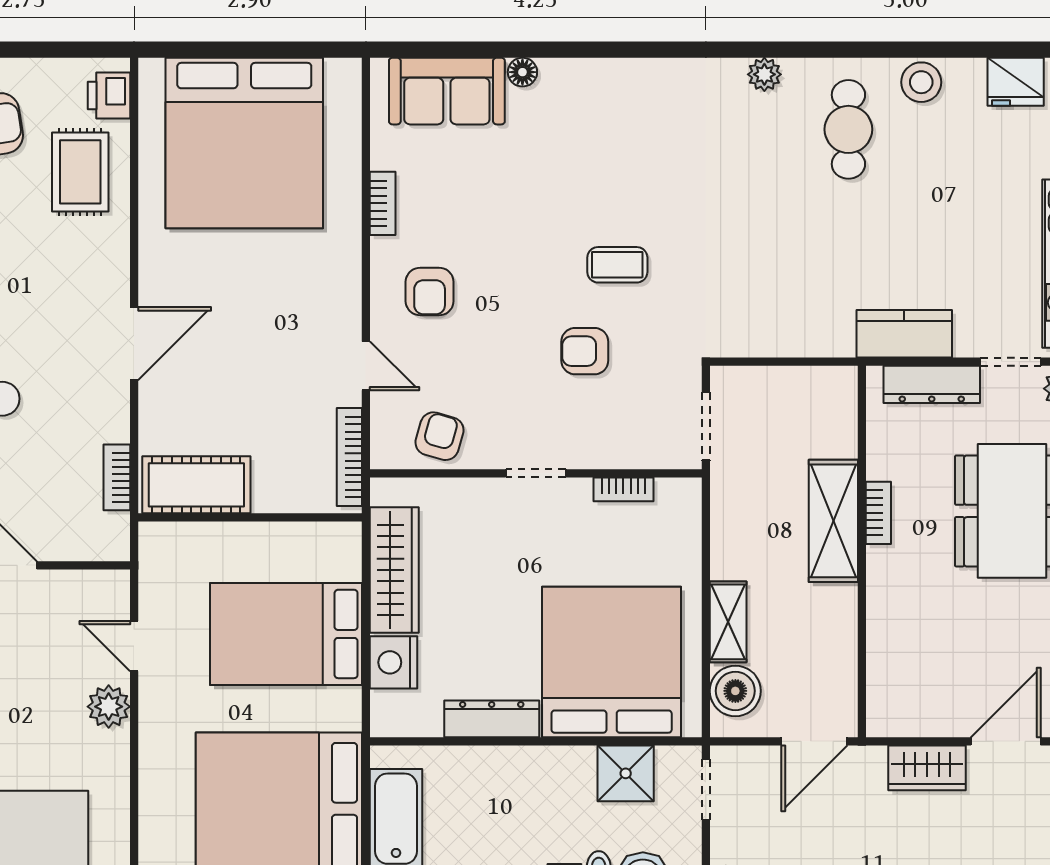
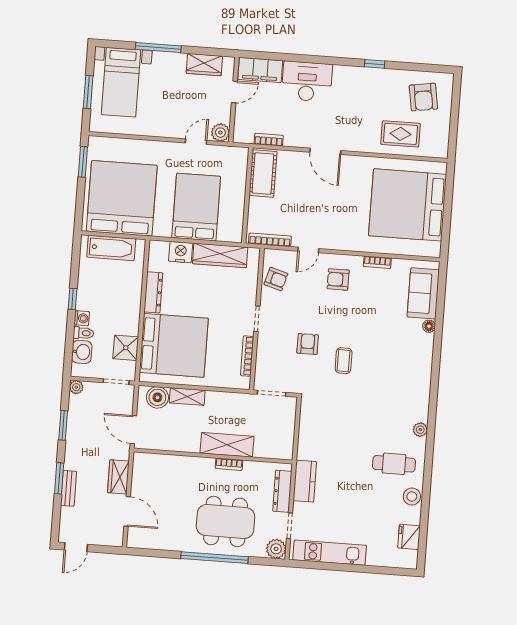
printer: (109, 95) -> (432, 149), removed
bookcase: (623, 489) -> (247, 356), width x1.56
plant: (109, 707) -> (220, 133), moved

